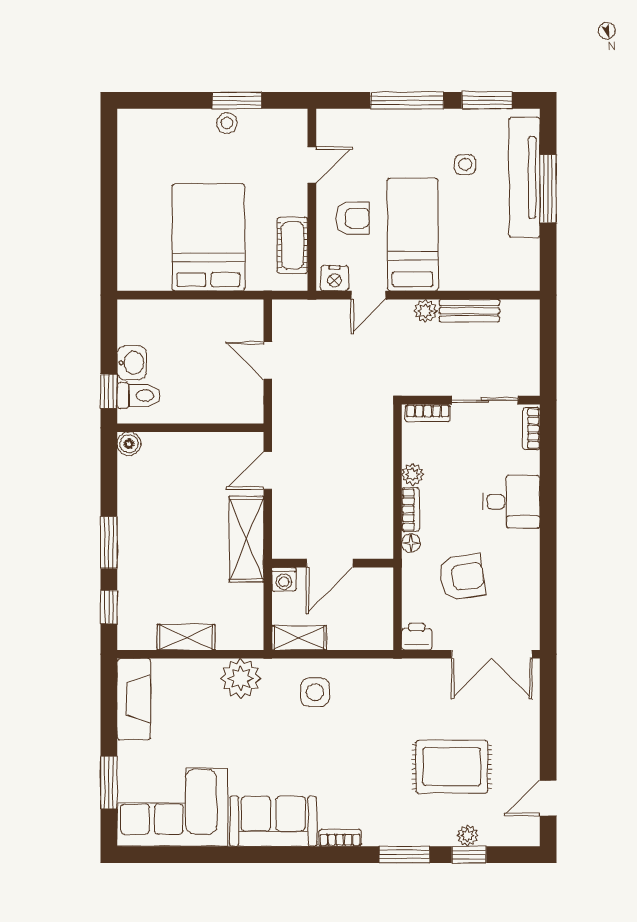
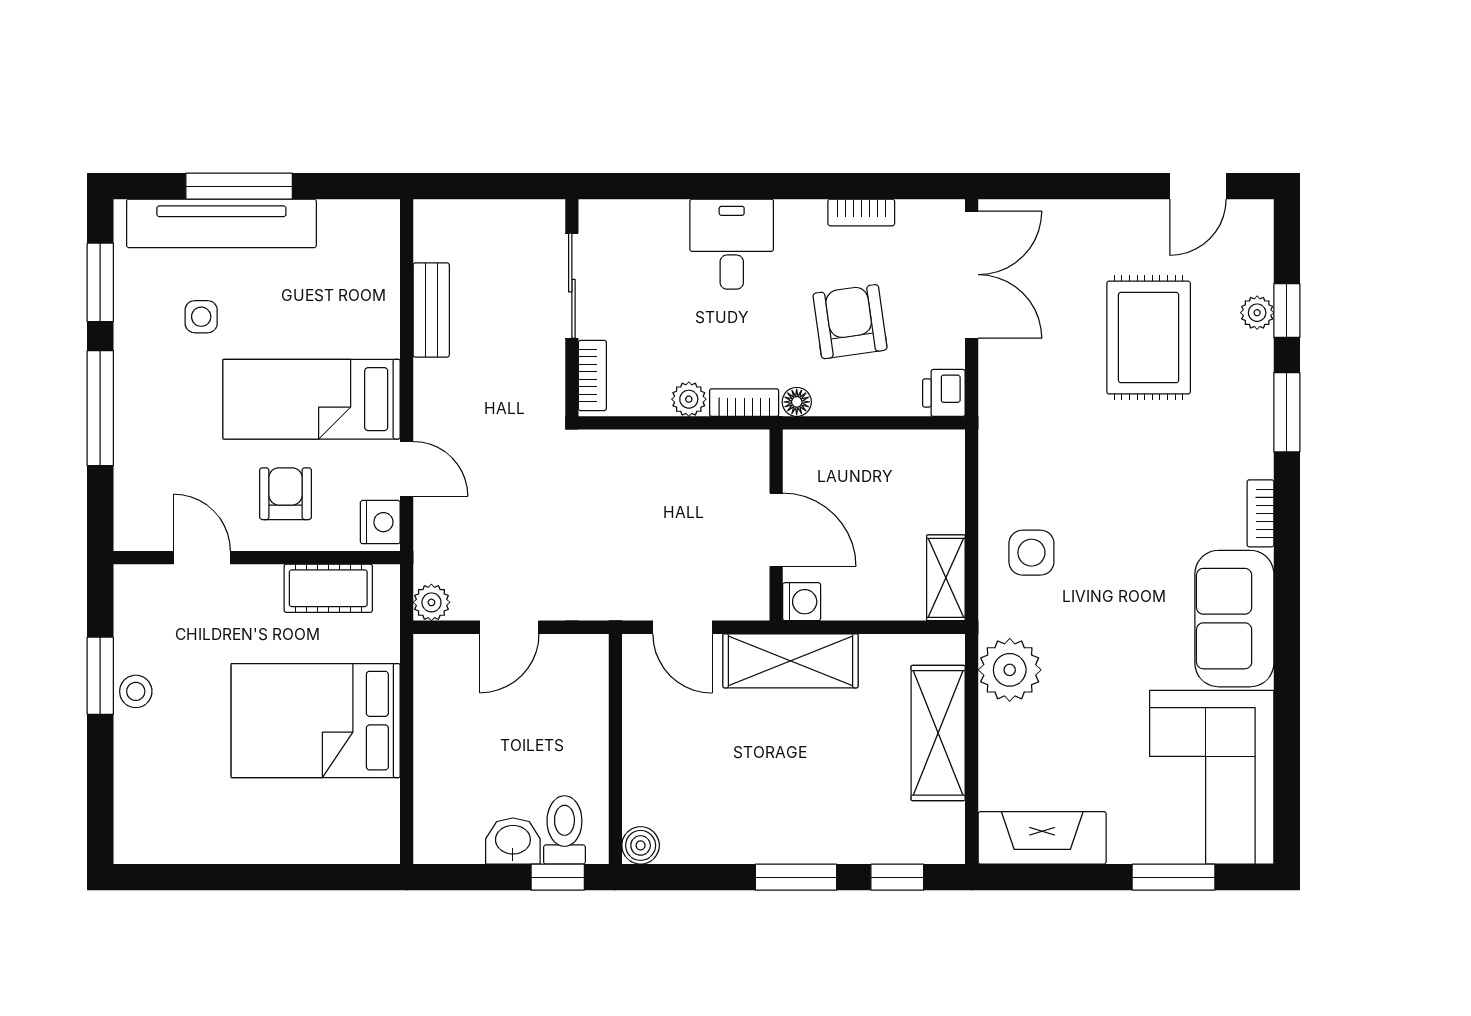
plant: (425, 311) -> (431, 602), moved
bookcase: (531, 429) -> (861, 212), moved
door: (330, 563) -> (776, 530), moved
wall: (333, 563) -> (776, 525), moved
washing machine: (284, 579) -> (802, 602), moved
shelving: (186, 637) -> (938, 733), width x1.50, depth x1.33
door: (548, 798) -> (1198, 186), hinge flipped

